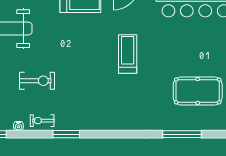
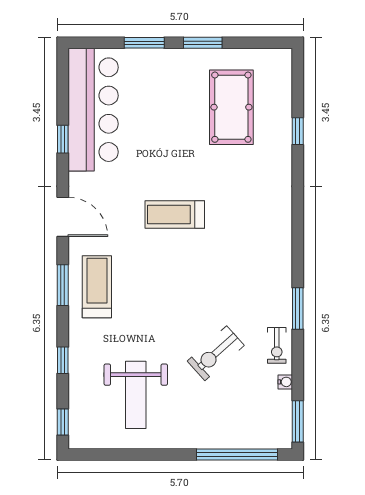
exercise bike: (37, 81) -> (216, 353), turned -132
window: (182, 134) -> (298, 131), width x0.46

